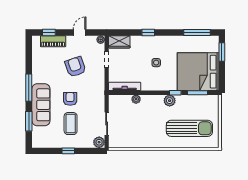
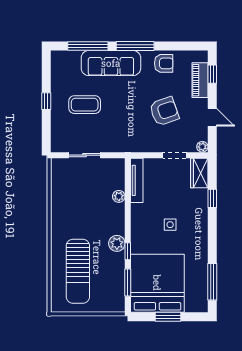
window: (148, 33) -> (212, 198), moved
window: (222, 52) -> (168, 317), moved
armchair: (70, 99) -> (164, 63), moved
window: (29, 121) -> (88, 46), width x1.44
plant: (99, 142) -> (58, 144), removed

